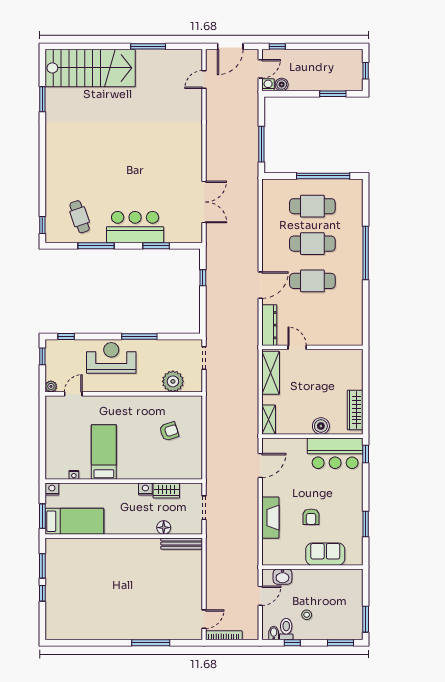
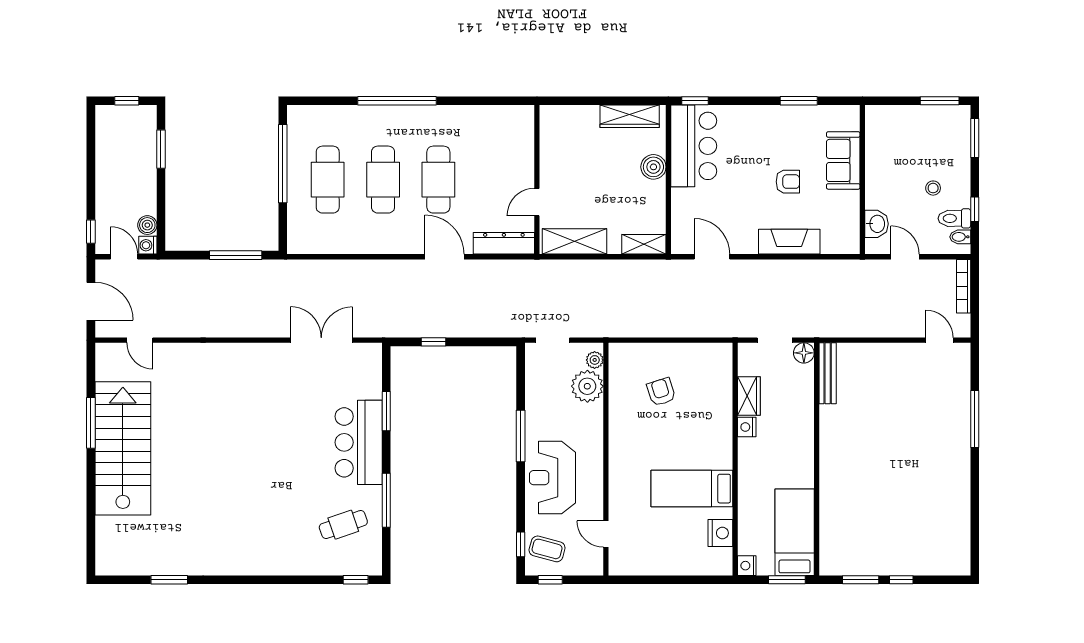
stairs: (90, 68) -> (123, 448), moved
coffee table: (63, 354) -> (547, 549), added
plant: (51, 386) -> (595, 360), moved
nightstand: (74, 475) -> (720, 533), width x1.89, depth x1.79
floor lamp: (164, 528) -> (804, 353), moved
bookcase: (224, 635) -> (964, 286), moved

